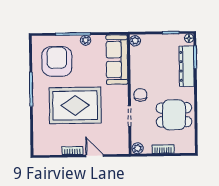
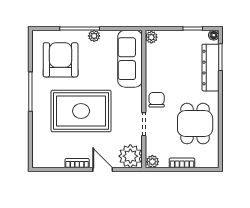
dining table: (174, 115) -> (195, 124), turned 90
plant: (118, 144) -> (130, 156), added

